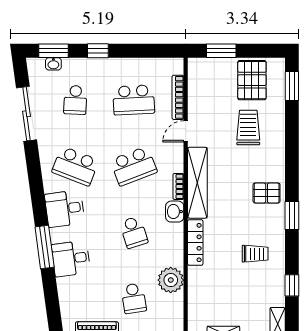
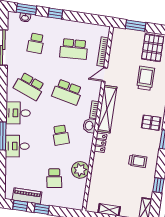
school desk: (134, 166) -> (67, 92), turned 33
locker: (195, 243) -> (101, 143), width x0.66

